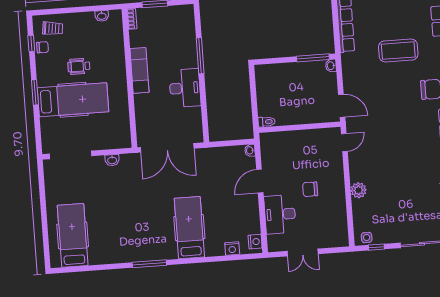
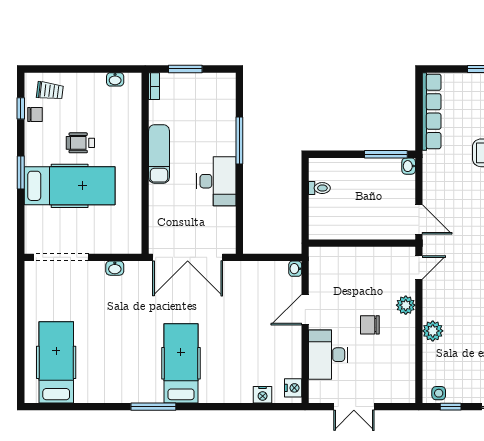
toilet: (267, 122) -> (319, 188), moved
plant: (336, 172) -> (406, 305), added
hospital bed: (189, 228) -> (181, 363), moved

